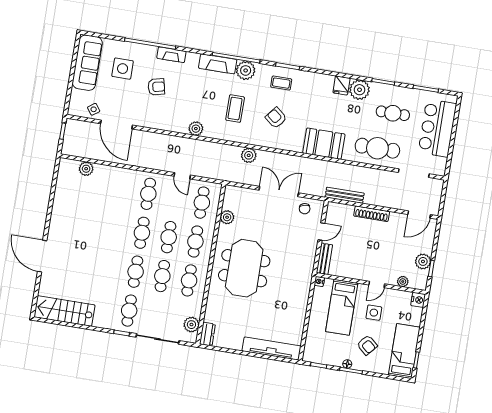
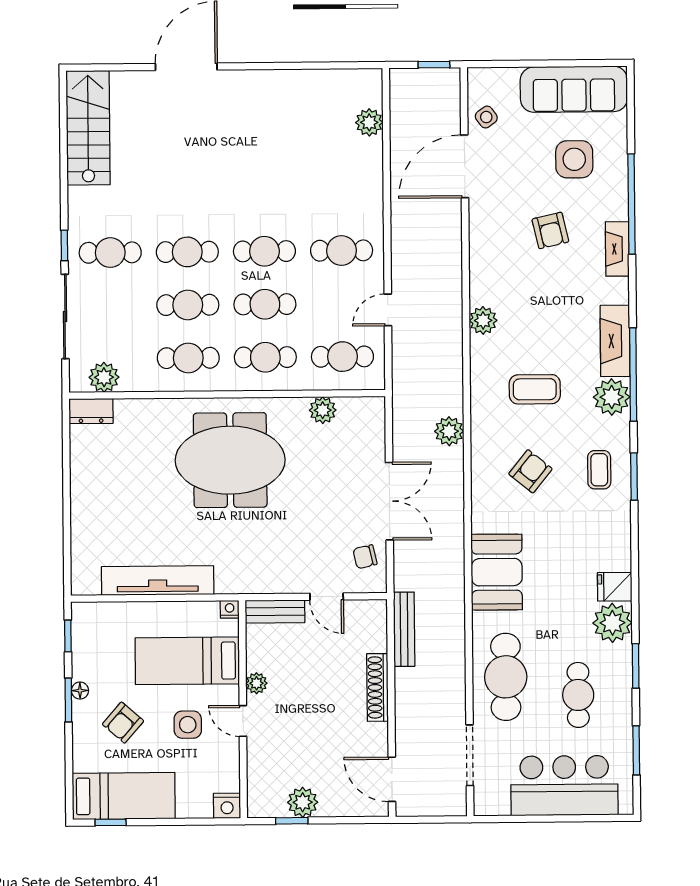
plant: (403, 282) -> (256, 683), moved
tv unit: (272, 349) -> (158, 581), moved, turned -90

